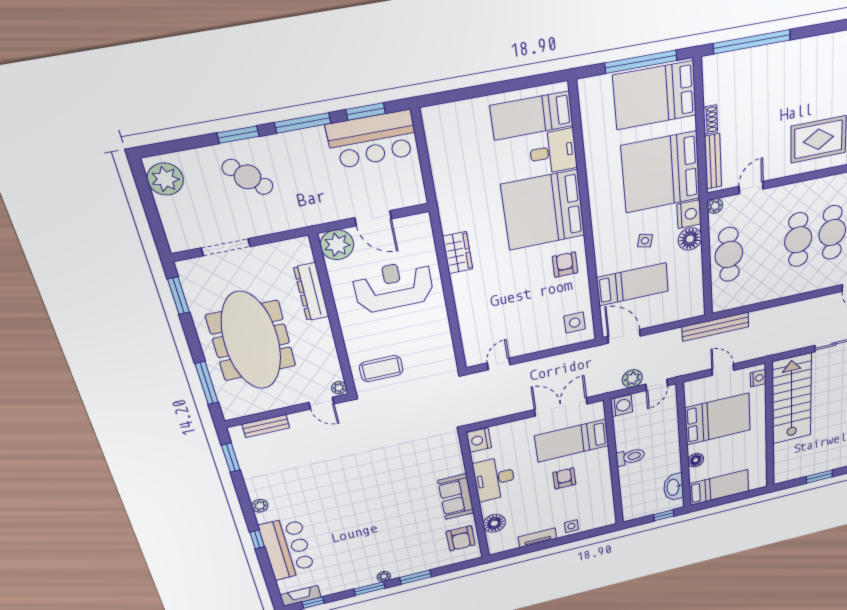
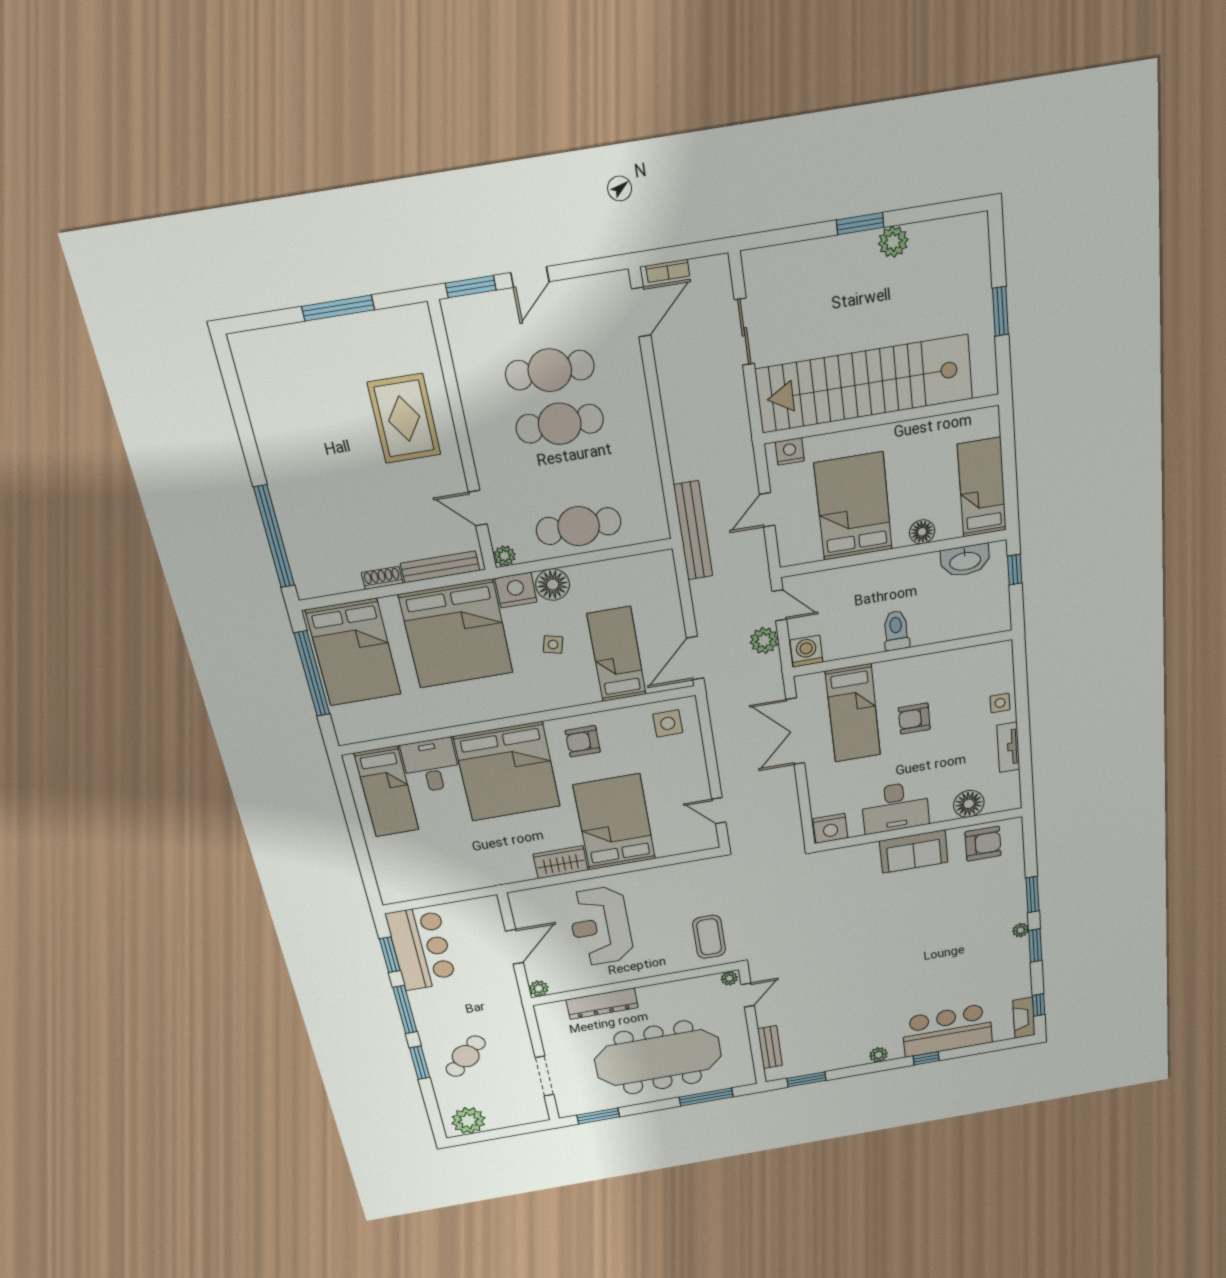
plant: (337, 245) -> (539, 988), width x0.53, depth x0.53
bed: (493, 291) -> (614, 822), added
stairs: (792, 399) -> (865, 384), width x1.36

